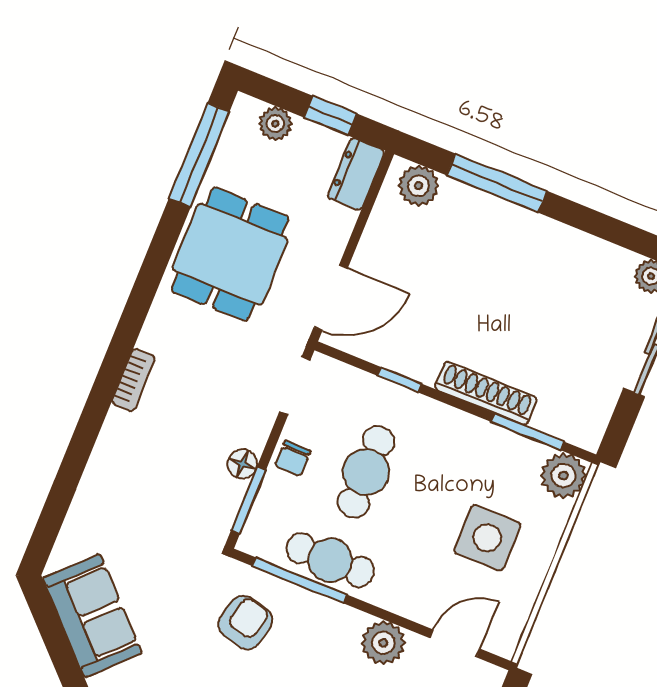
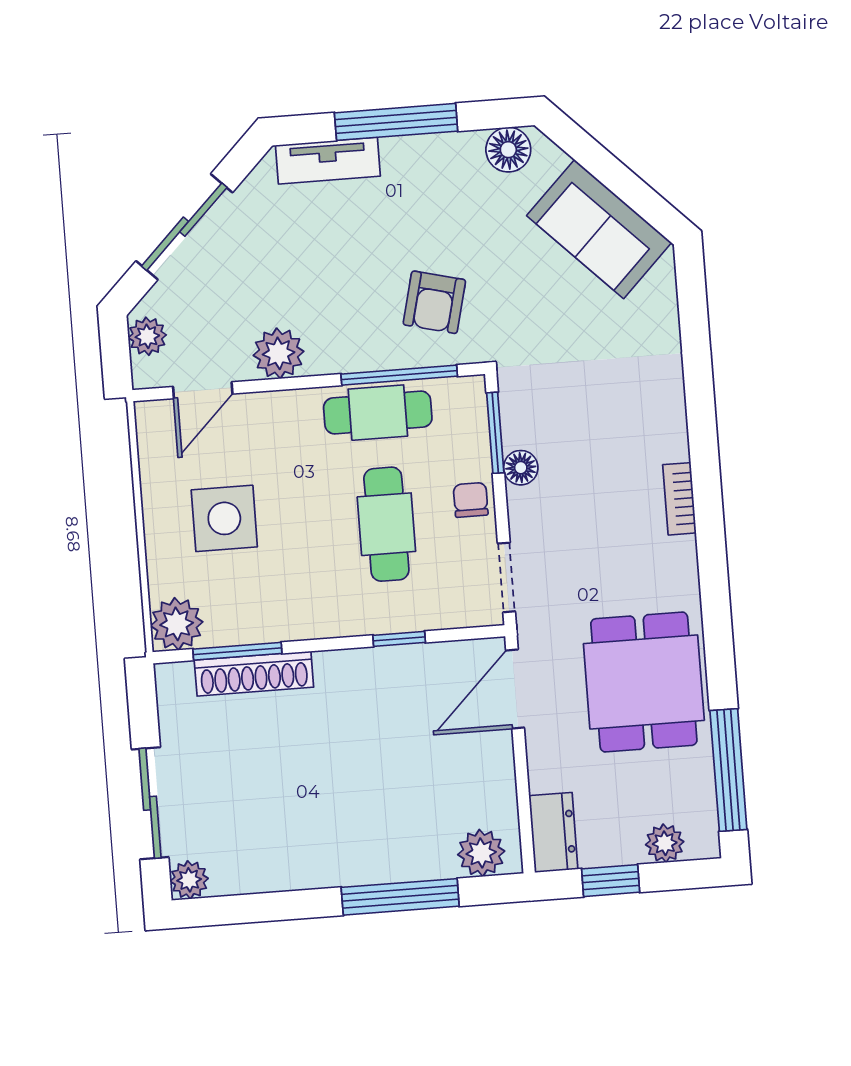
shoe rack: (486, 393) -> (254, 674), moved

